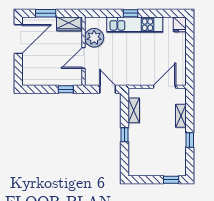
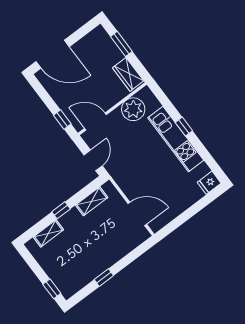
door: (18, 39) -> (53, 54), moved
door: (83, 58) -> (95, 121), moved
shelving: (181, 116) -> (48, 233), moved

